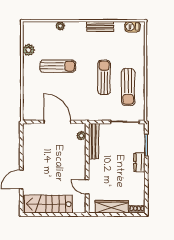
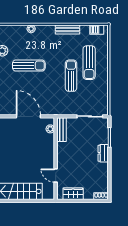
sun lounger: (128, 87) -> (89, 63), moved
bench: (94, 141) -> (61, 130), width x0.73
wardrobe: (112, 207) -> (73, 194), width x0.67

